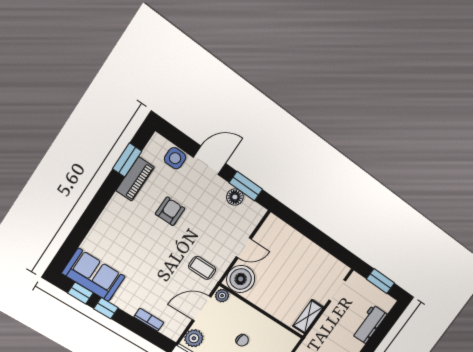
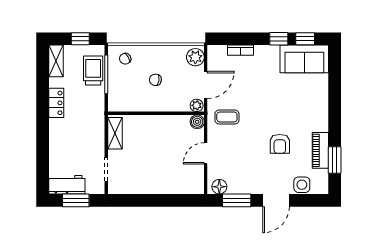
floor lamp: (235, 197) -> (219, 187), moved
boiler: (241, 279) -> (197, 122), width x0.54, depth x0.54
workbench: (369, 324) -> (67, 185), moved, turned -90

